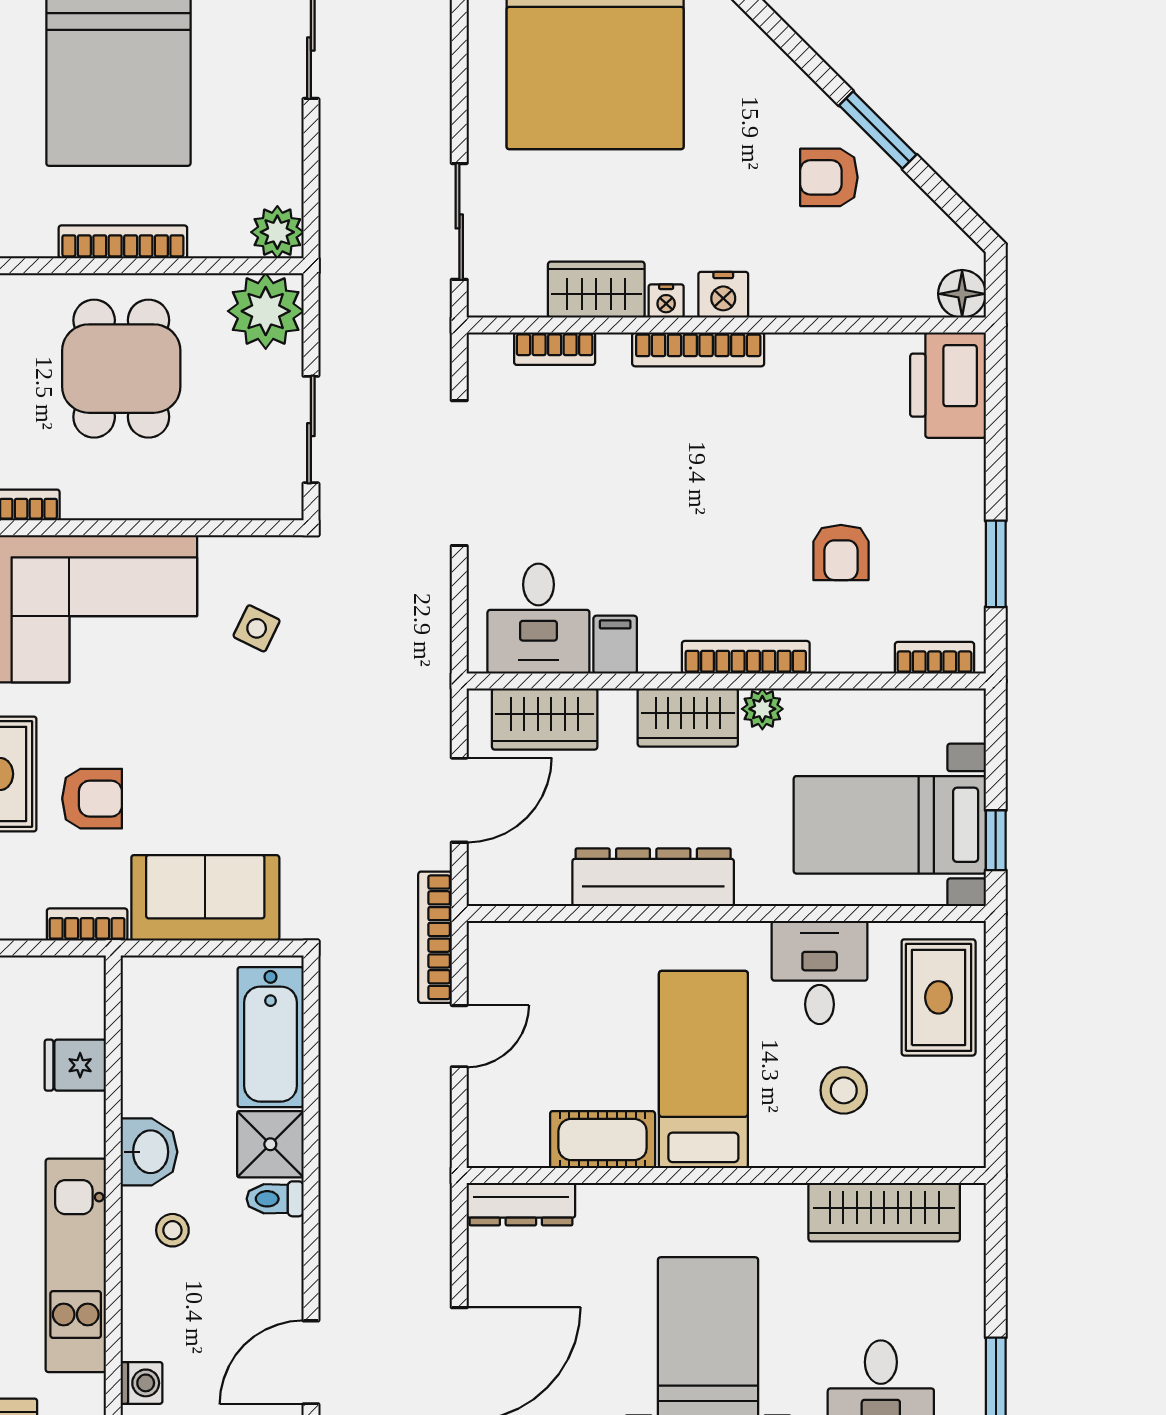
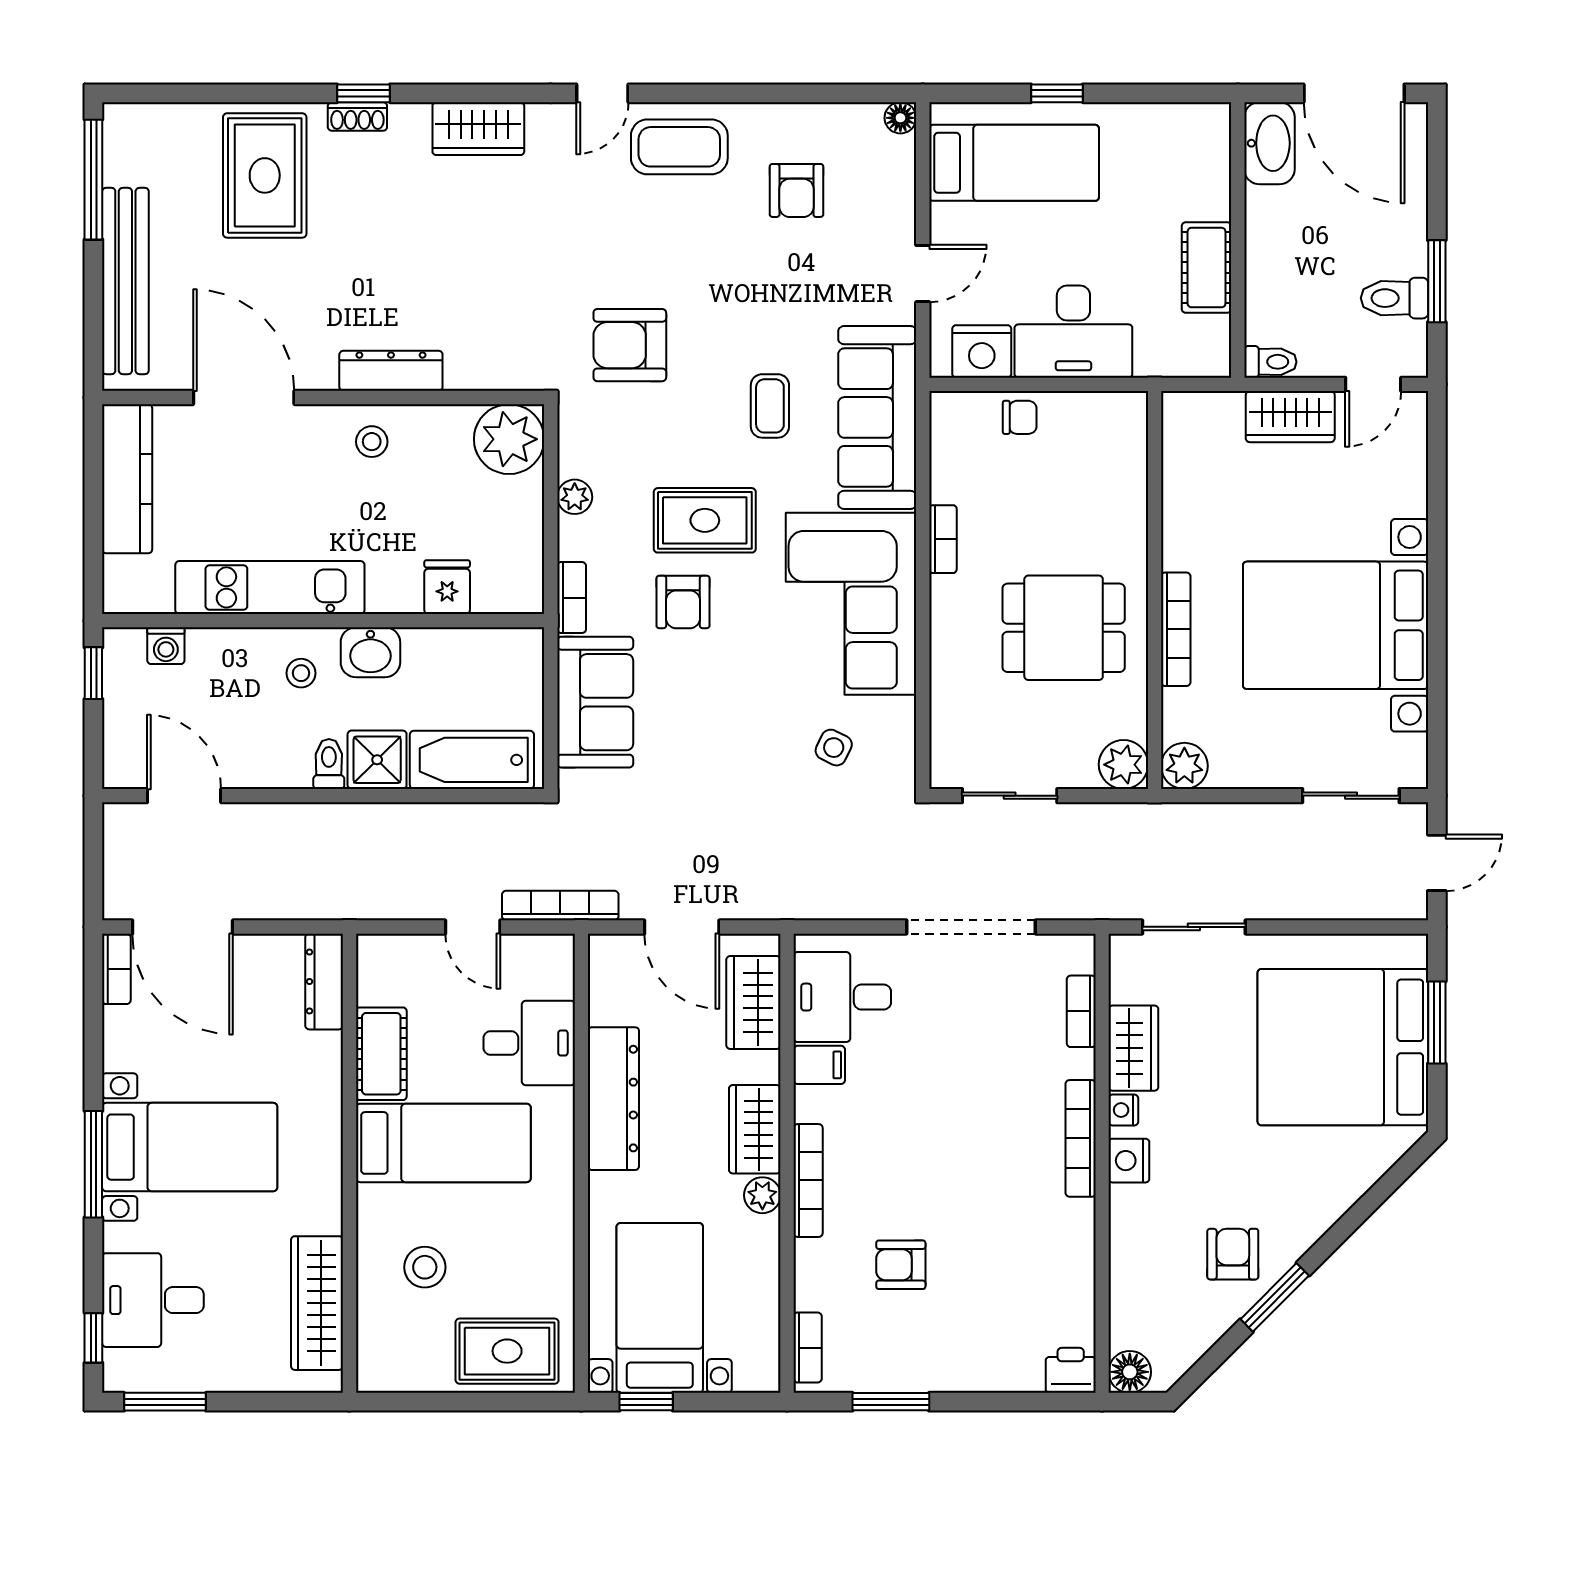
plant: (266, 311) -> (1123, 765), width x0.73, depth x0.73
printer: (948, 385) -> (1071, 1370), width x0.53, depth x0.68
desk: (820, 972) -> (529, 1043), moved

